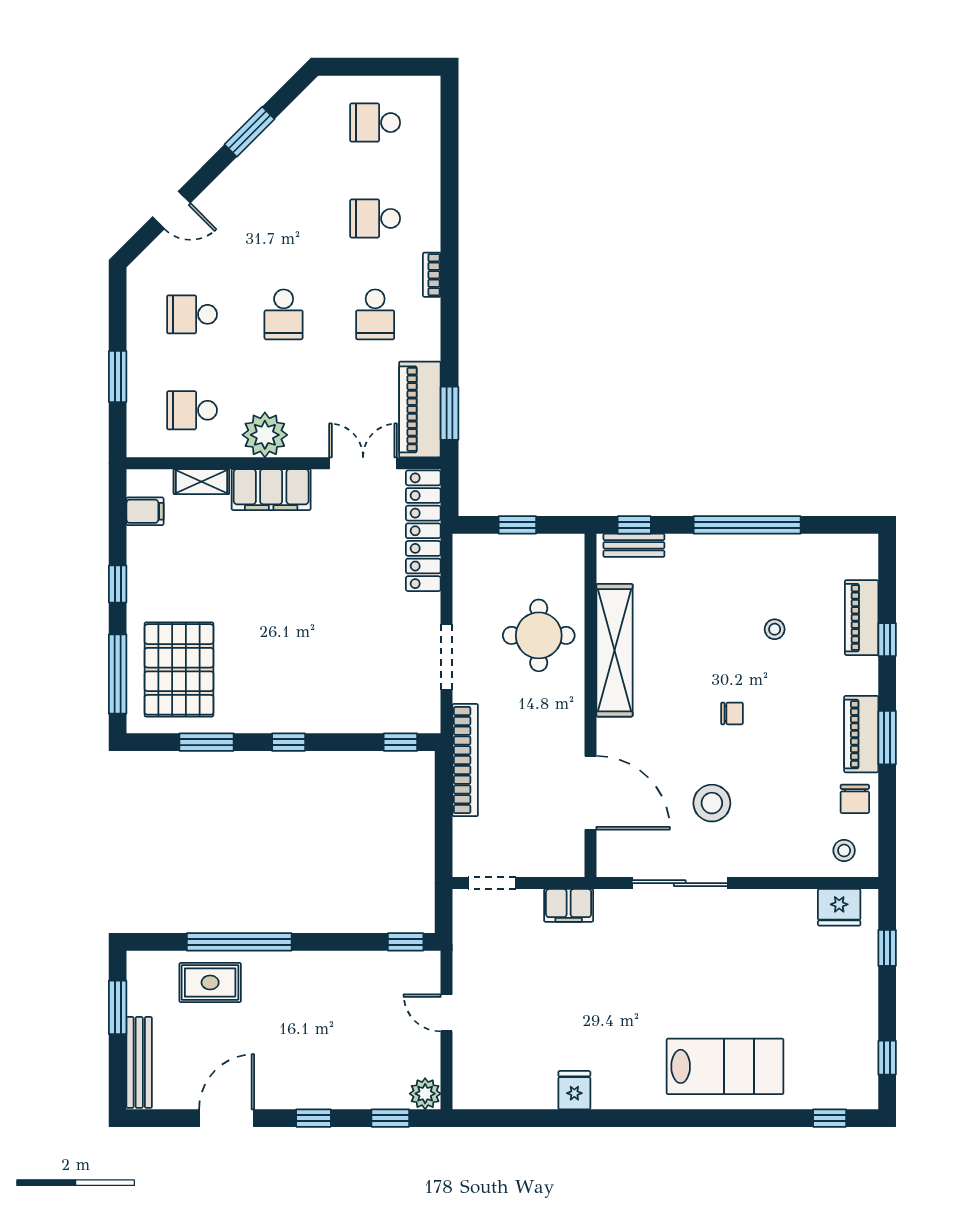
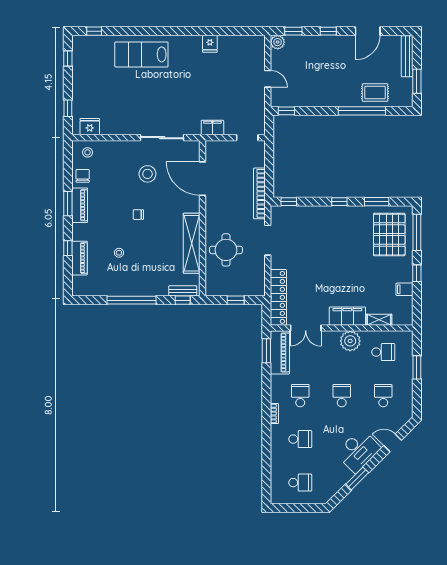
desk: (247, 193) -> (358, 451), added
school desk: (192, 314) -> (383, 396), turned -90
filing cabinet: (145, 511) -> (405, 289), moved

